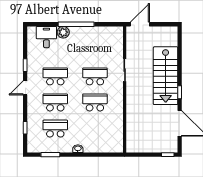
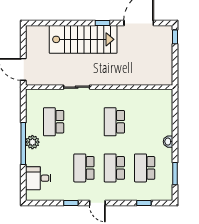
plant: (63, 32) -> (32, 142), moved
school desk: (95, 76) -> (54, 122), moved

